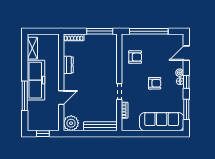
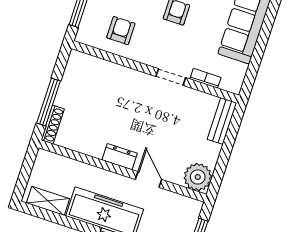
window: (100, 31) -> (48, 102), moved
dresser: (68, 65) -> (120, 157), moved
bench: (100, 126) -> (222, 121), width x0.73

